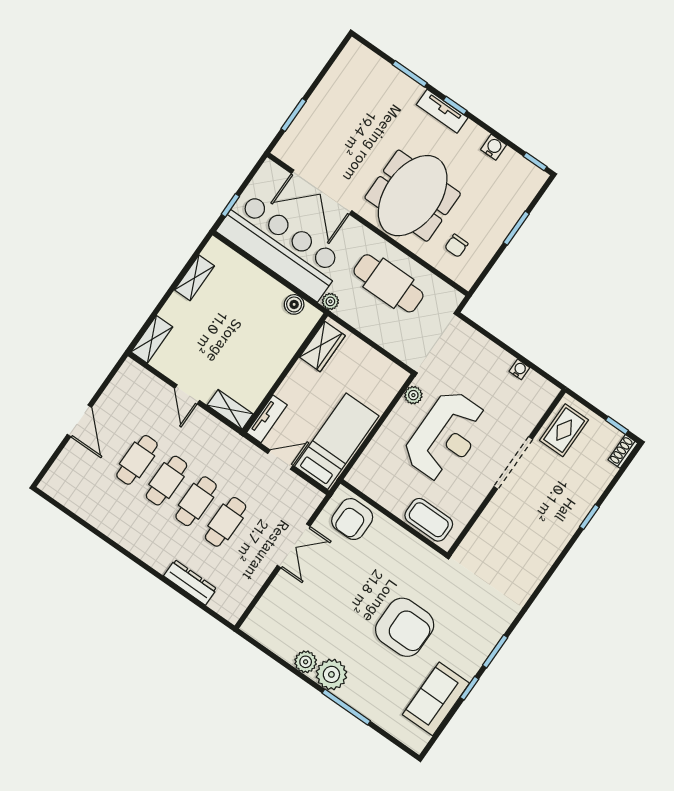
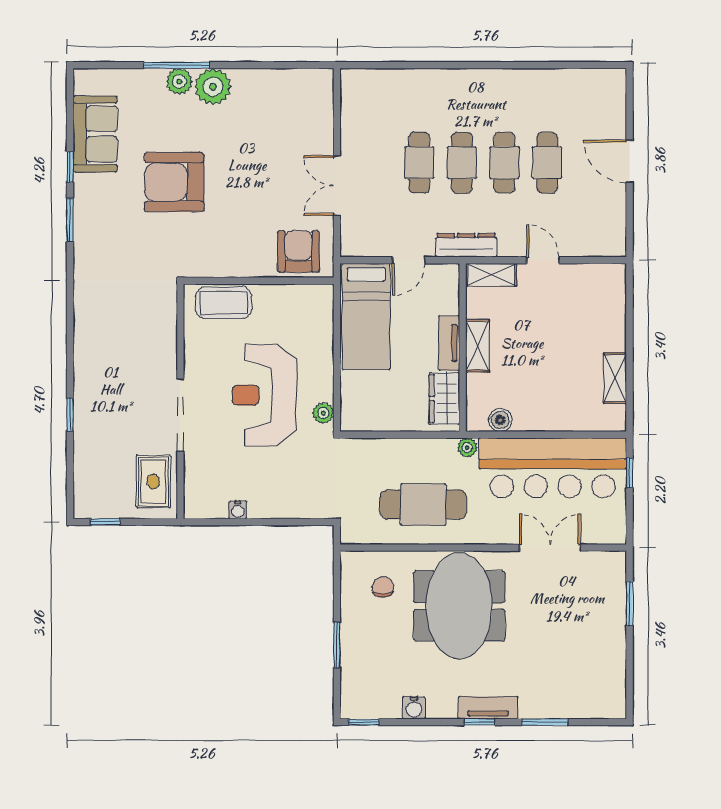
double door: (322, 192) -> (550, 548), width x0.73
shelving: (152, 339) -> (478, 346), moved
tv unit: (267, 419) -> (449, 343), moved
shoe rack: (623, 451) -> (82, 501), removed
dresser: (190, 582) -> (466, 245), moved, turned 180
plant: (306, 662) -> (179, 81), moved

